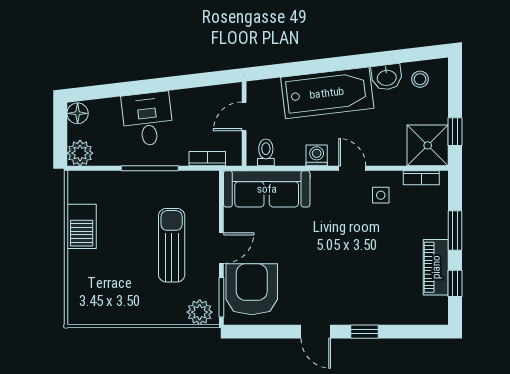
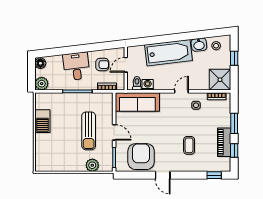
armchair: (198, 116) -> (102, 65), added
window: (455, 132) -> (234, 58), moved
washing machine: (317, 155) -> (148, 85), moved
door: (352, 168) -> (181, 91), hinge flipped
sun lounger: (172, 245) -> (89, 131), turned 180
door: (221, 248) -> (114, 132), hinge flipped
coffee table: (367, 273) -> (189, 145), added
armchair: (252, 289) -> (141, 157), moved
plant: (200, 312) -> (92, 165), moved
window: (364, 332) -> (214, 175), moved

